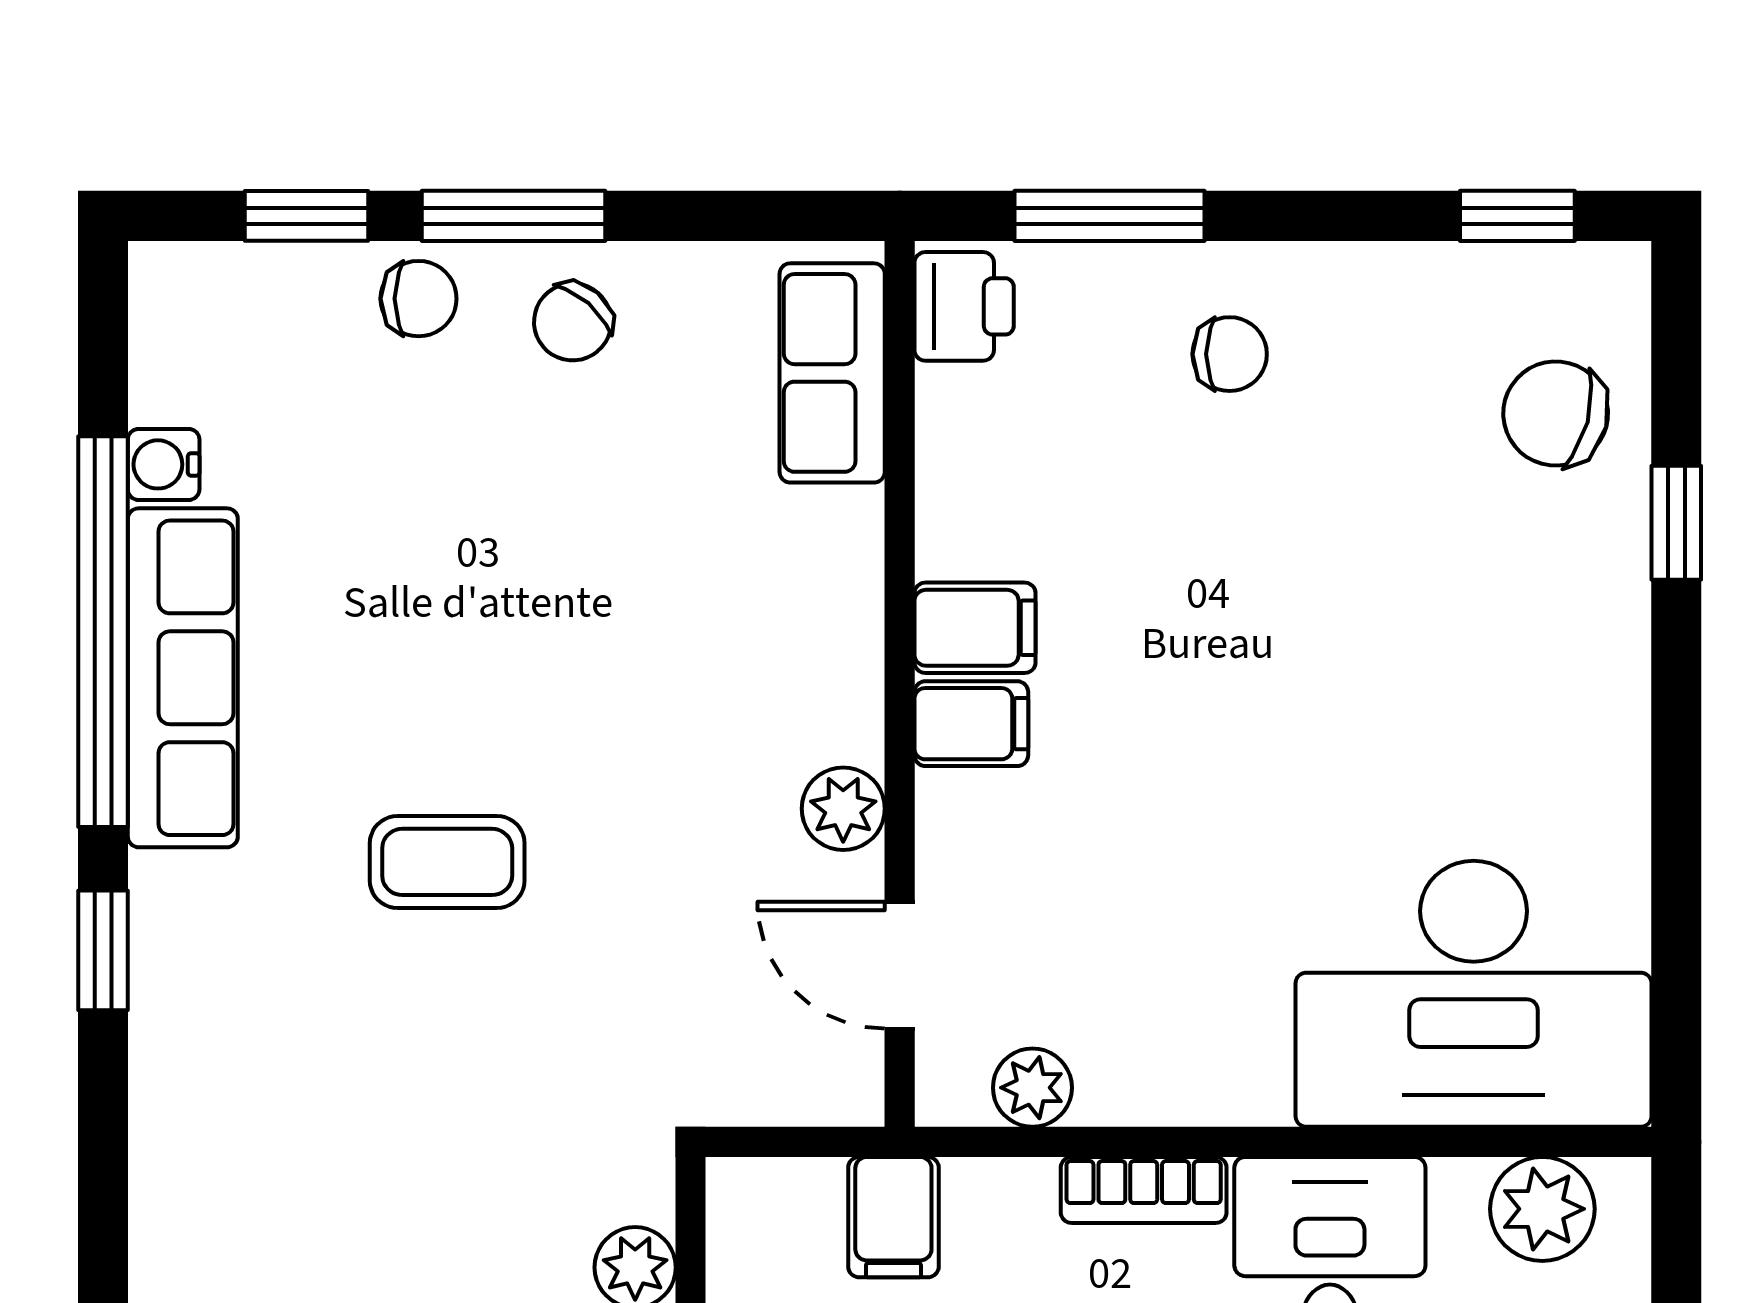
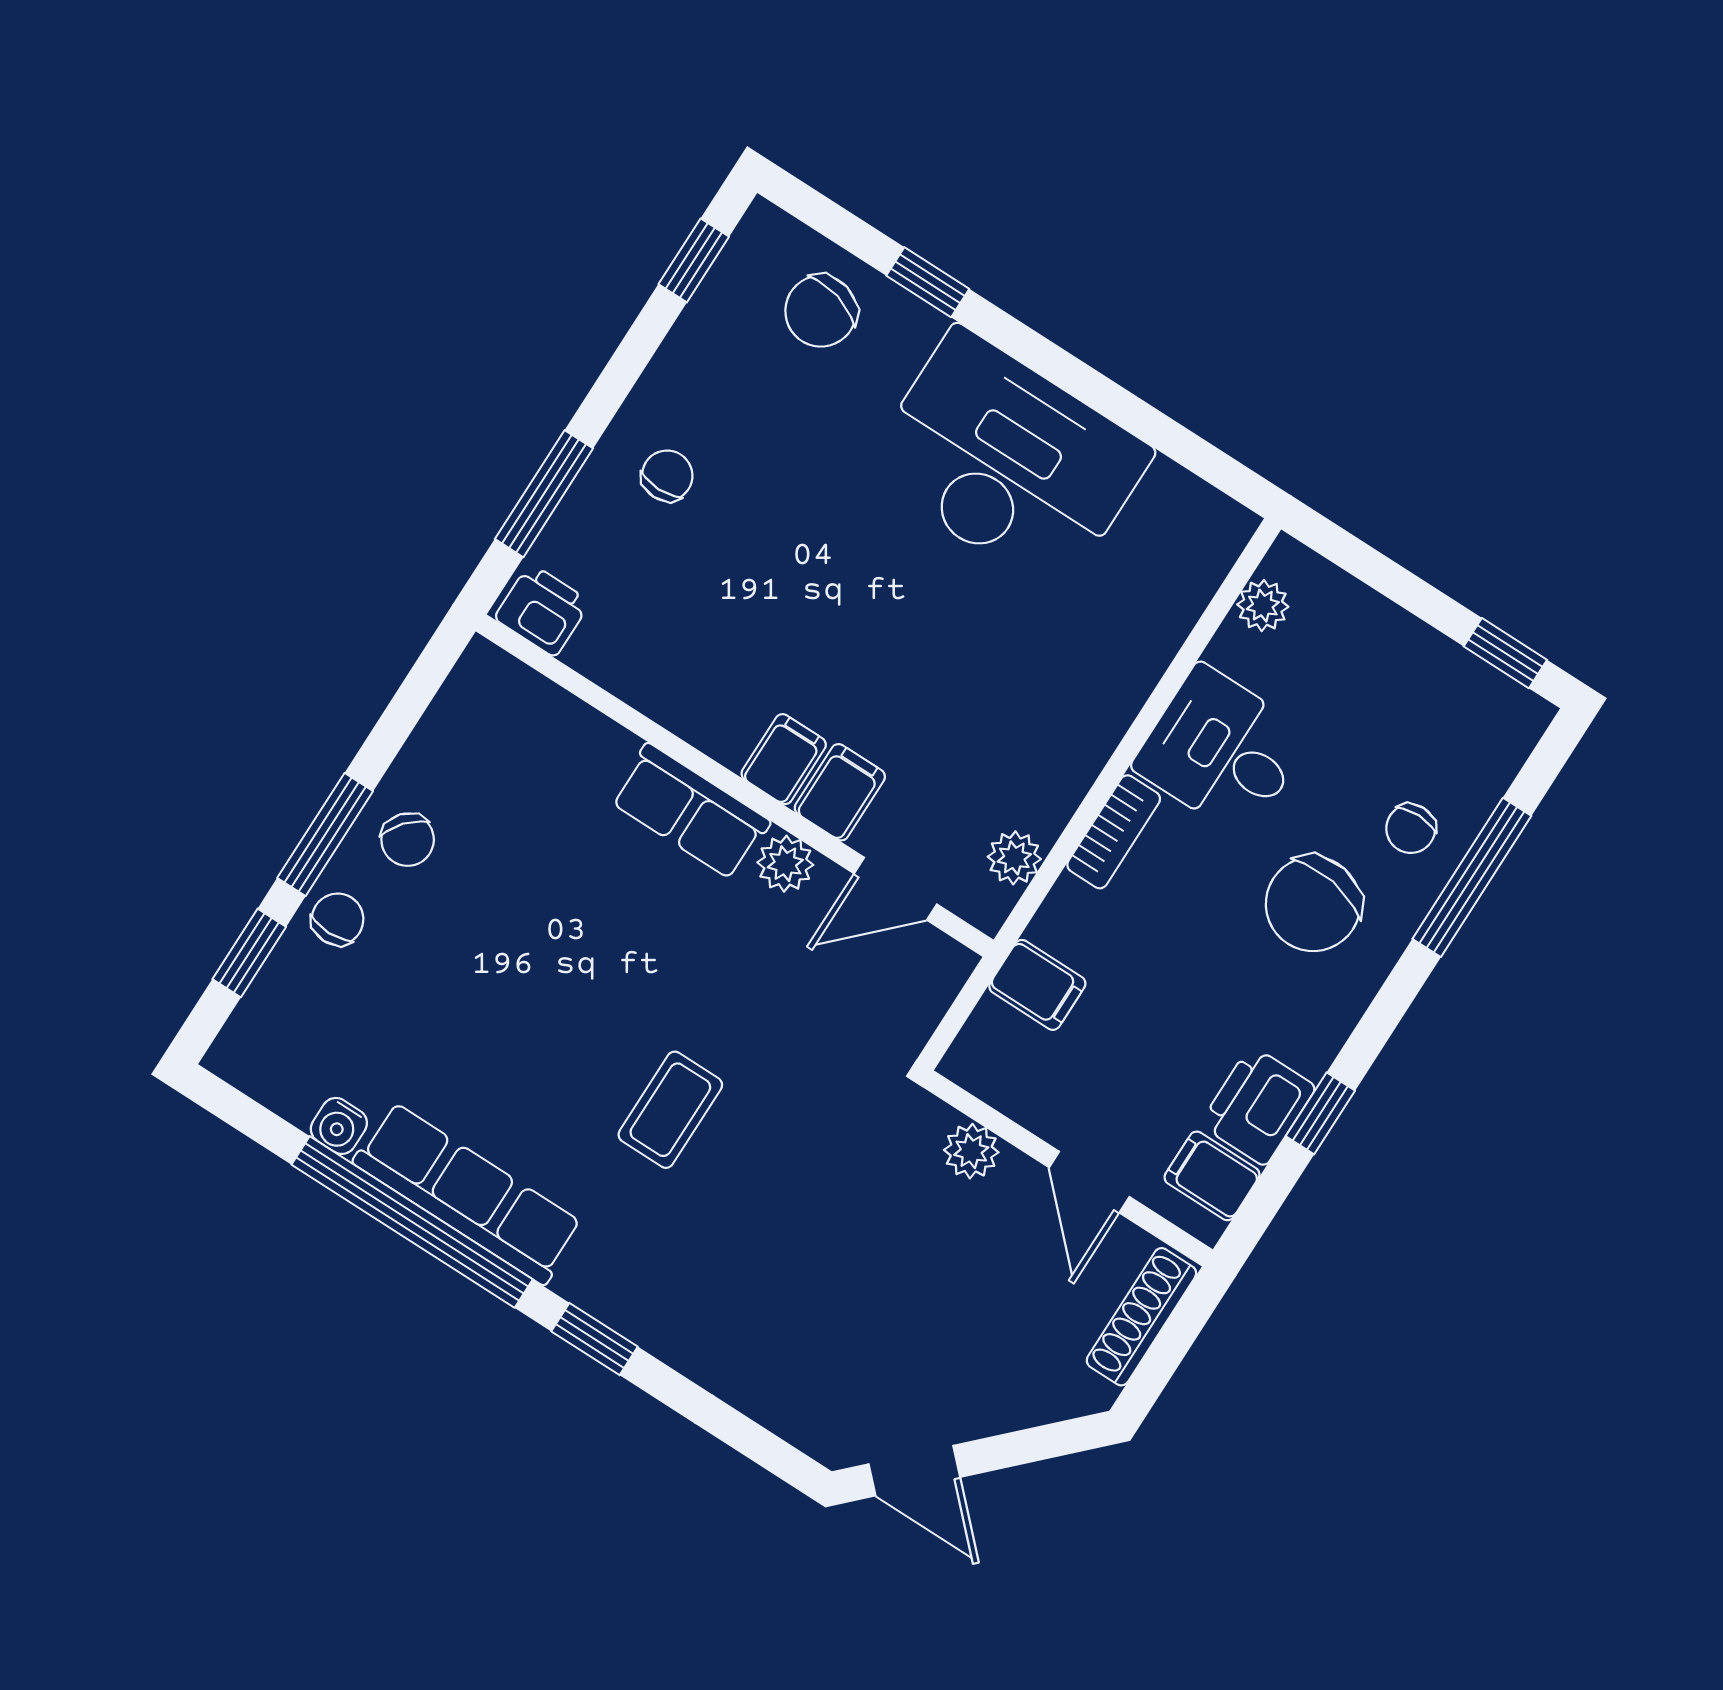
row of seats: (832, 373) -> (690, 812), moved
filing cabinet: (975, 628) -> (840, 792), moved
desk: (1474, 994) -> (1008, 461), moved, turned -90
plant: (1542, 1209) -> (1263, 606), width x0.73, depth x0.73

